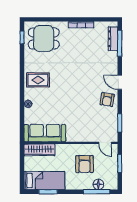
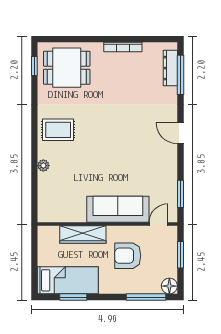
armchair: (107, 100) -> (162, 159), removed
sofa: (45, 133) -> (118, 209), moved
door: (105, 143) -> (158, 224), swing flipped
wardrobe: (39, 150) -> (83, 234), moved
armchair: (85, 164) -> (128, 256), turned 90
floor lamp: (98, 184) -> (169, 286), moved

